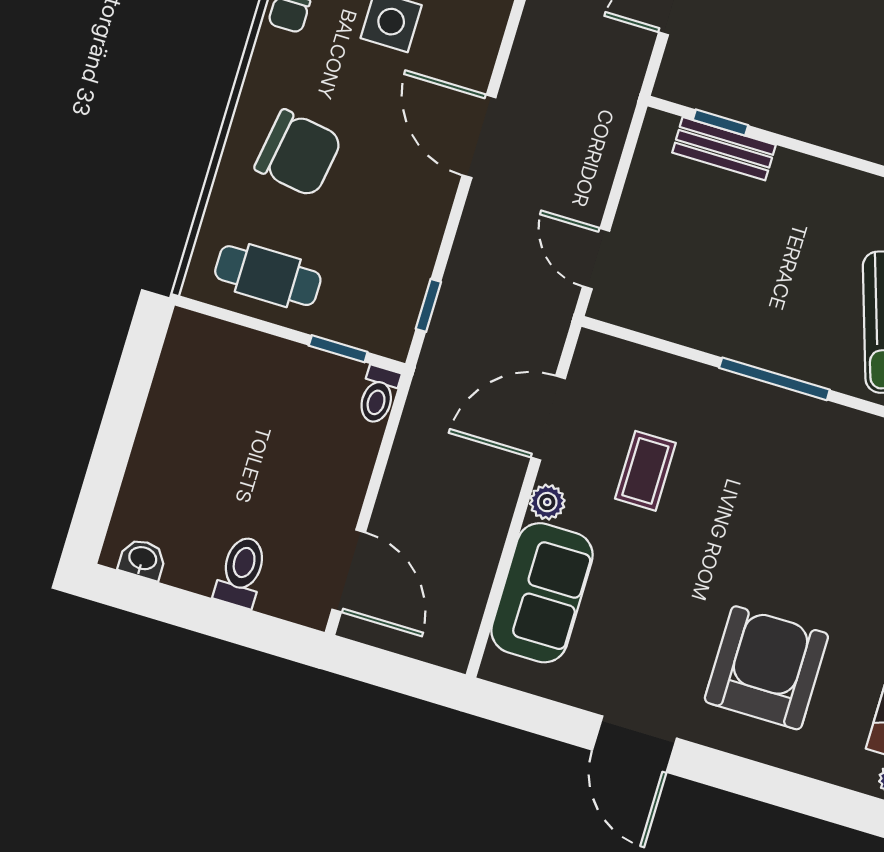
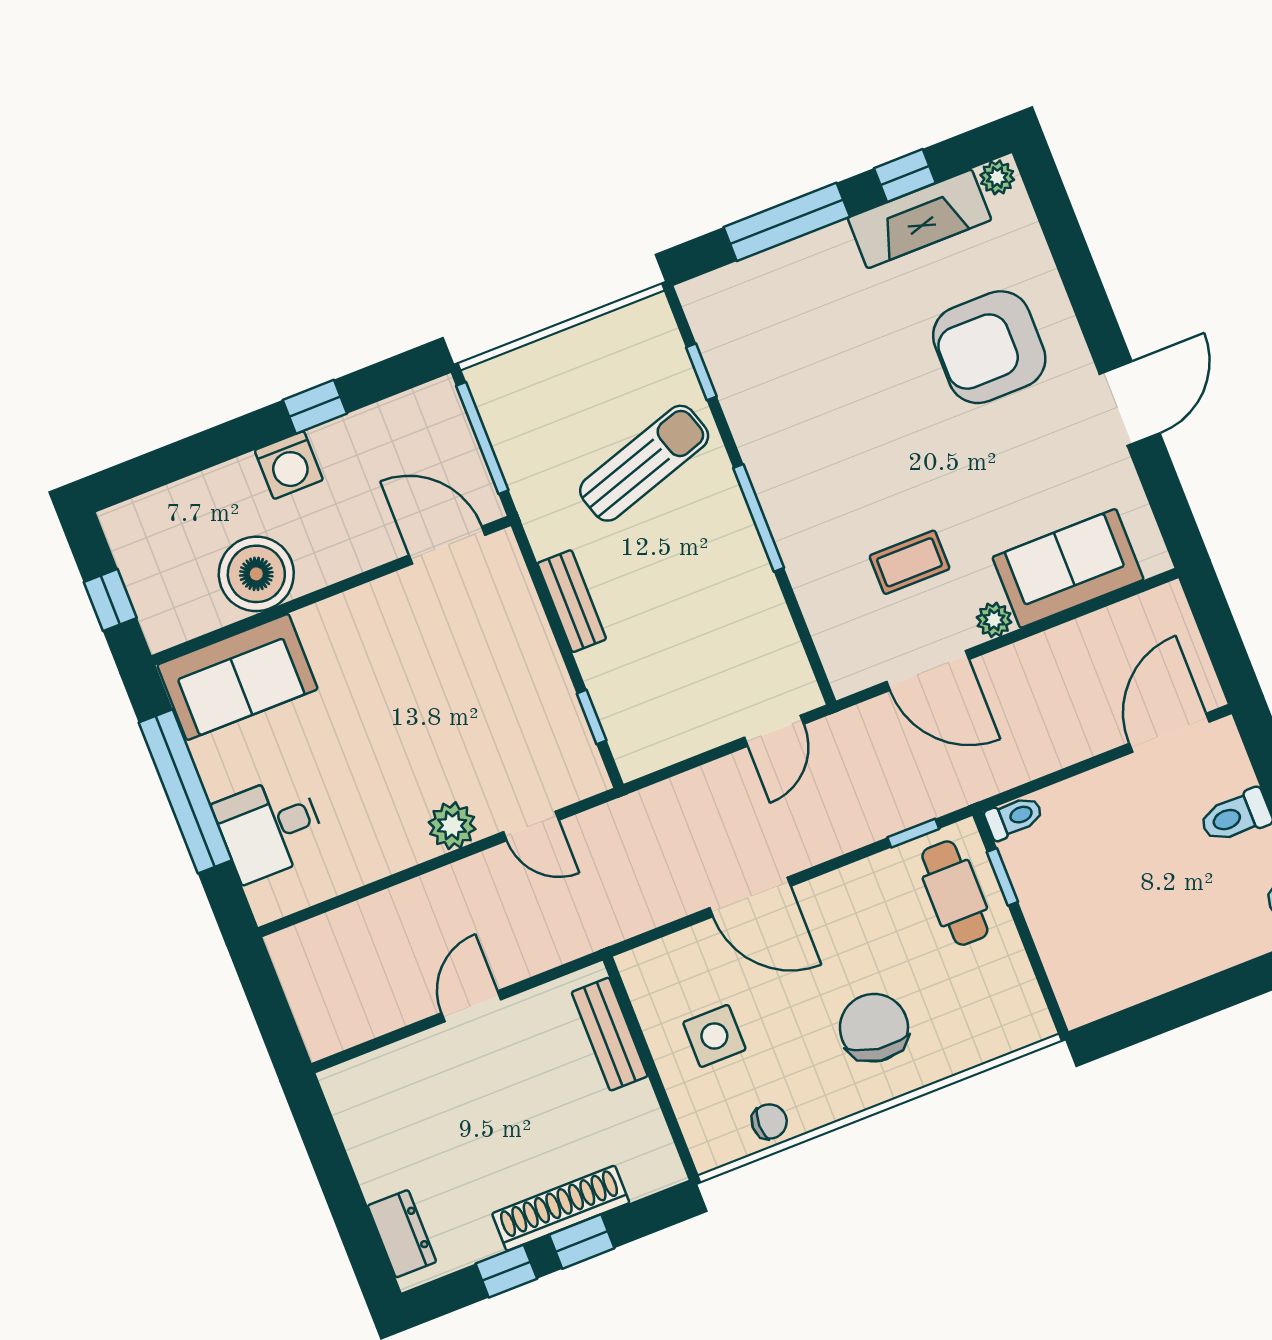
door: (479, 136) -> (750, 897), hinge flipped
bench: (724, 149) -> (572, 601), moved
cafe table: (268, 276) -> (955, 893), moved

